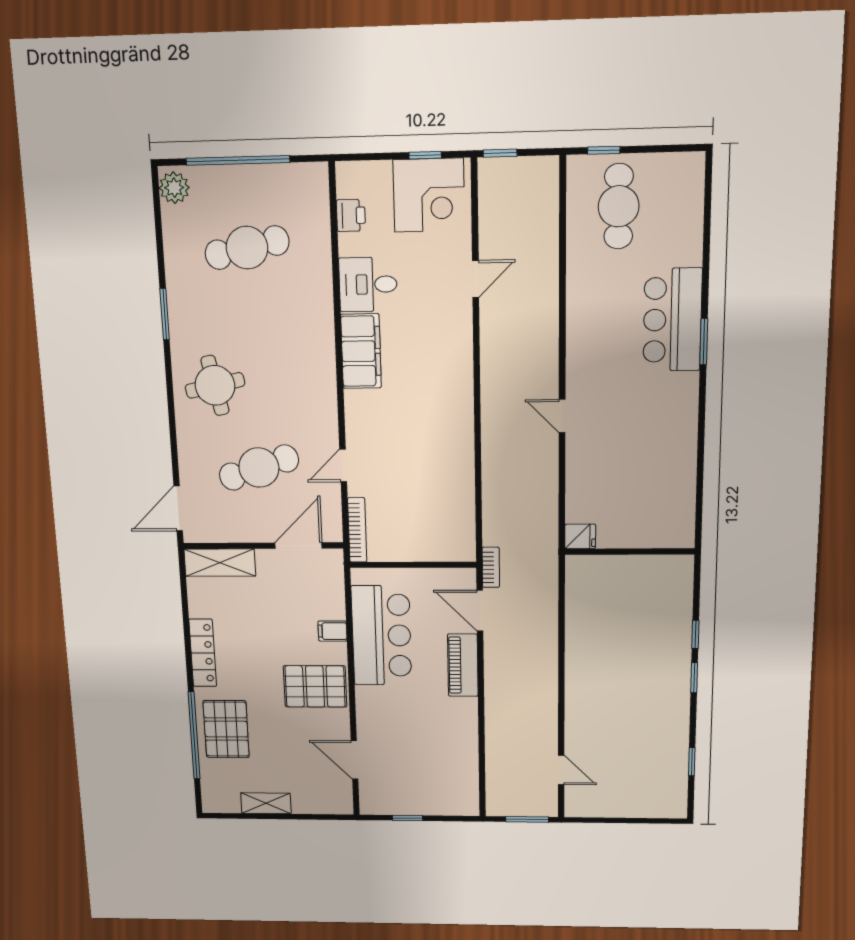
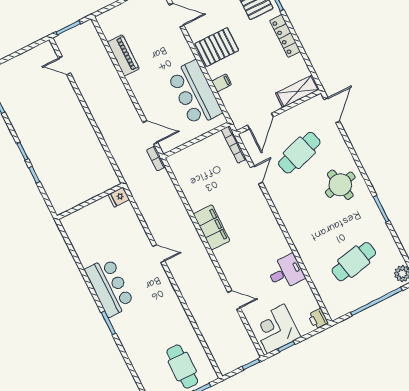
printer: (351, 215) -> (318, 319), moved
door: (476, 279) -> (234, 300), swing flipped
bar counter: (672, 320) -> (109, 287), moved
filing cabinet: (361, 351) -> (212, 227), moved, turned 180
piano: (463, 665) -> (123, 55), moved

